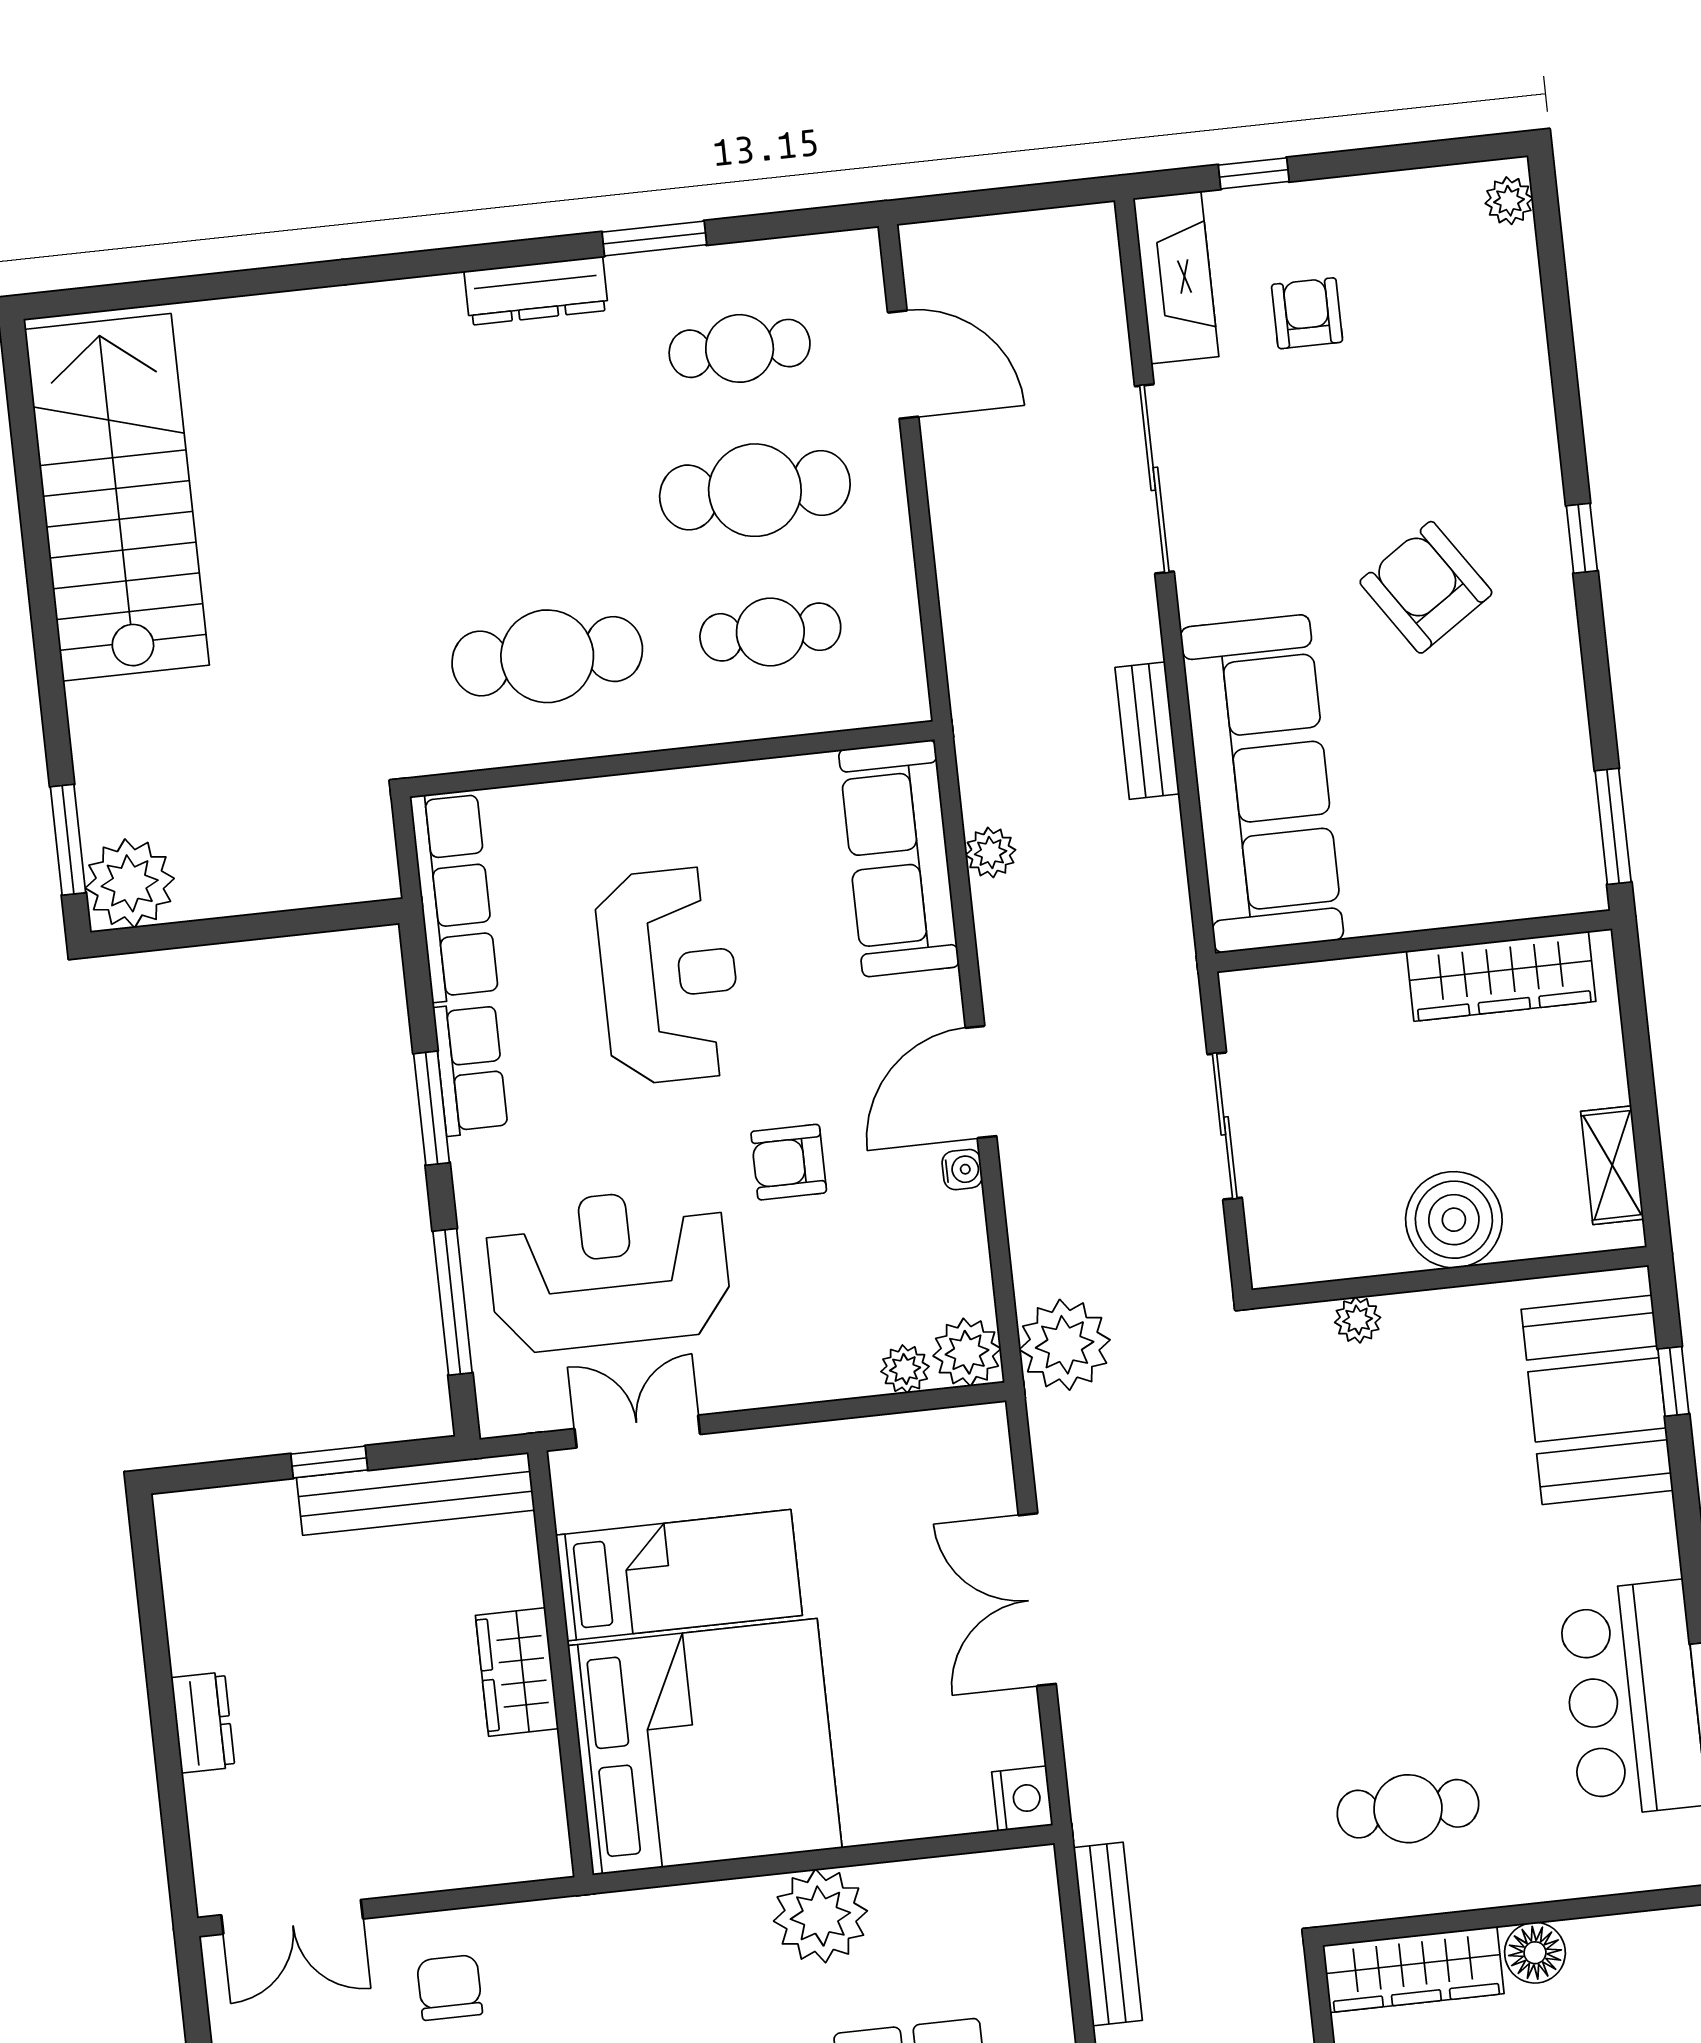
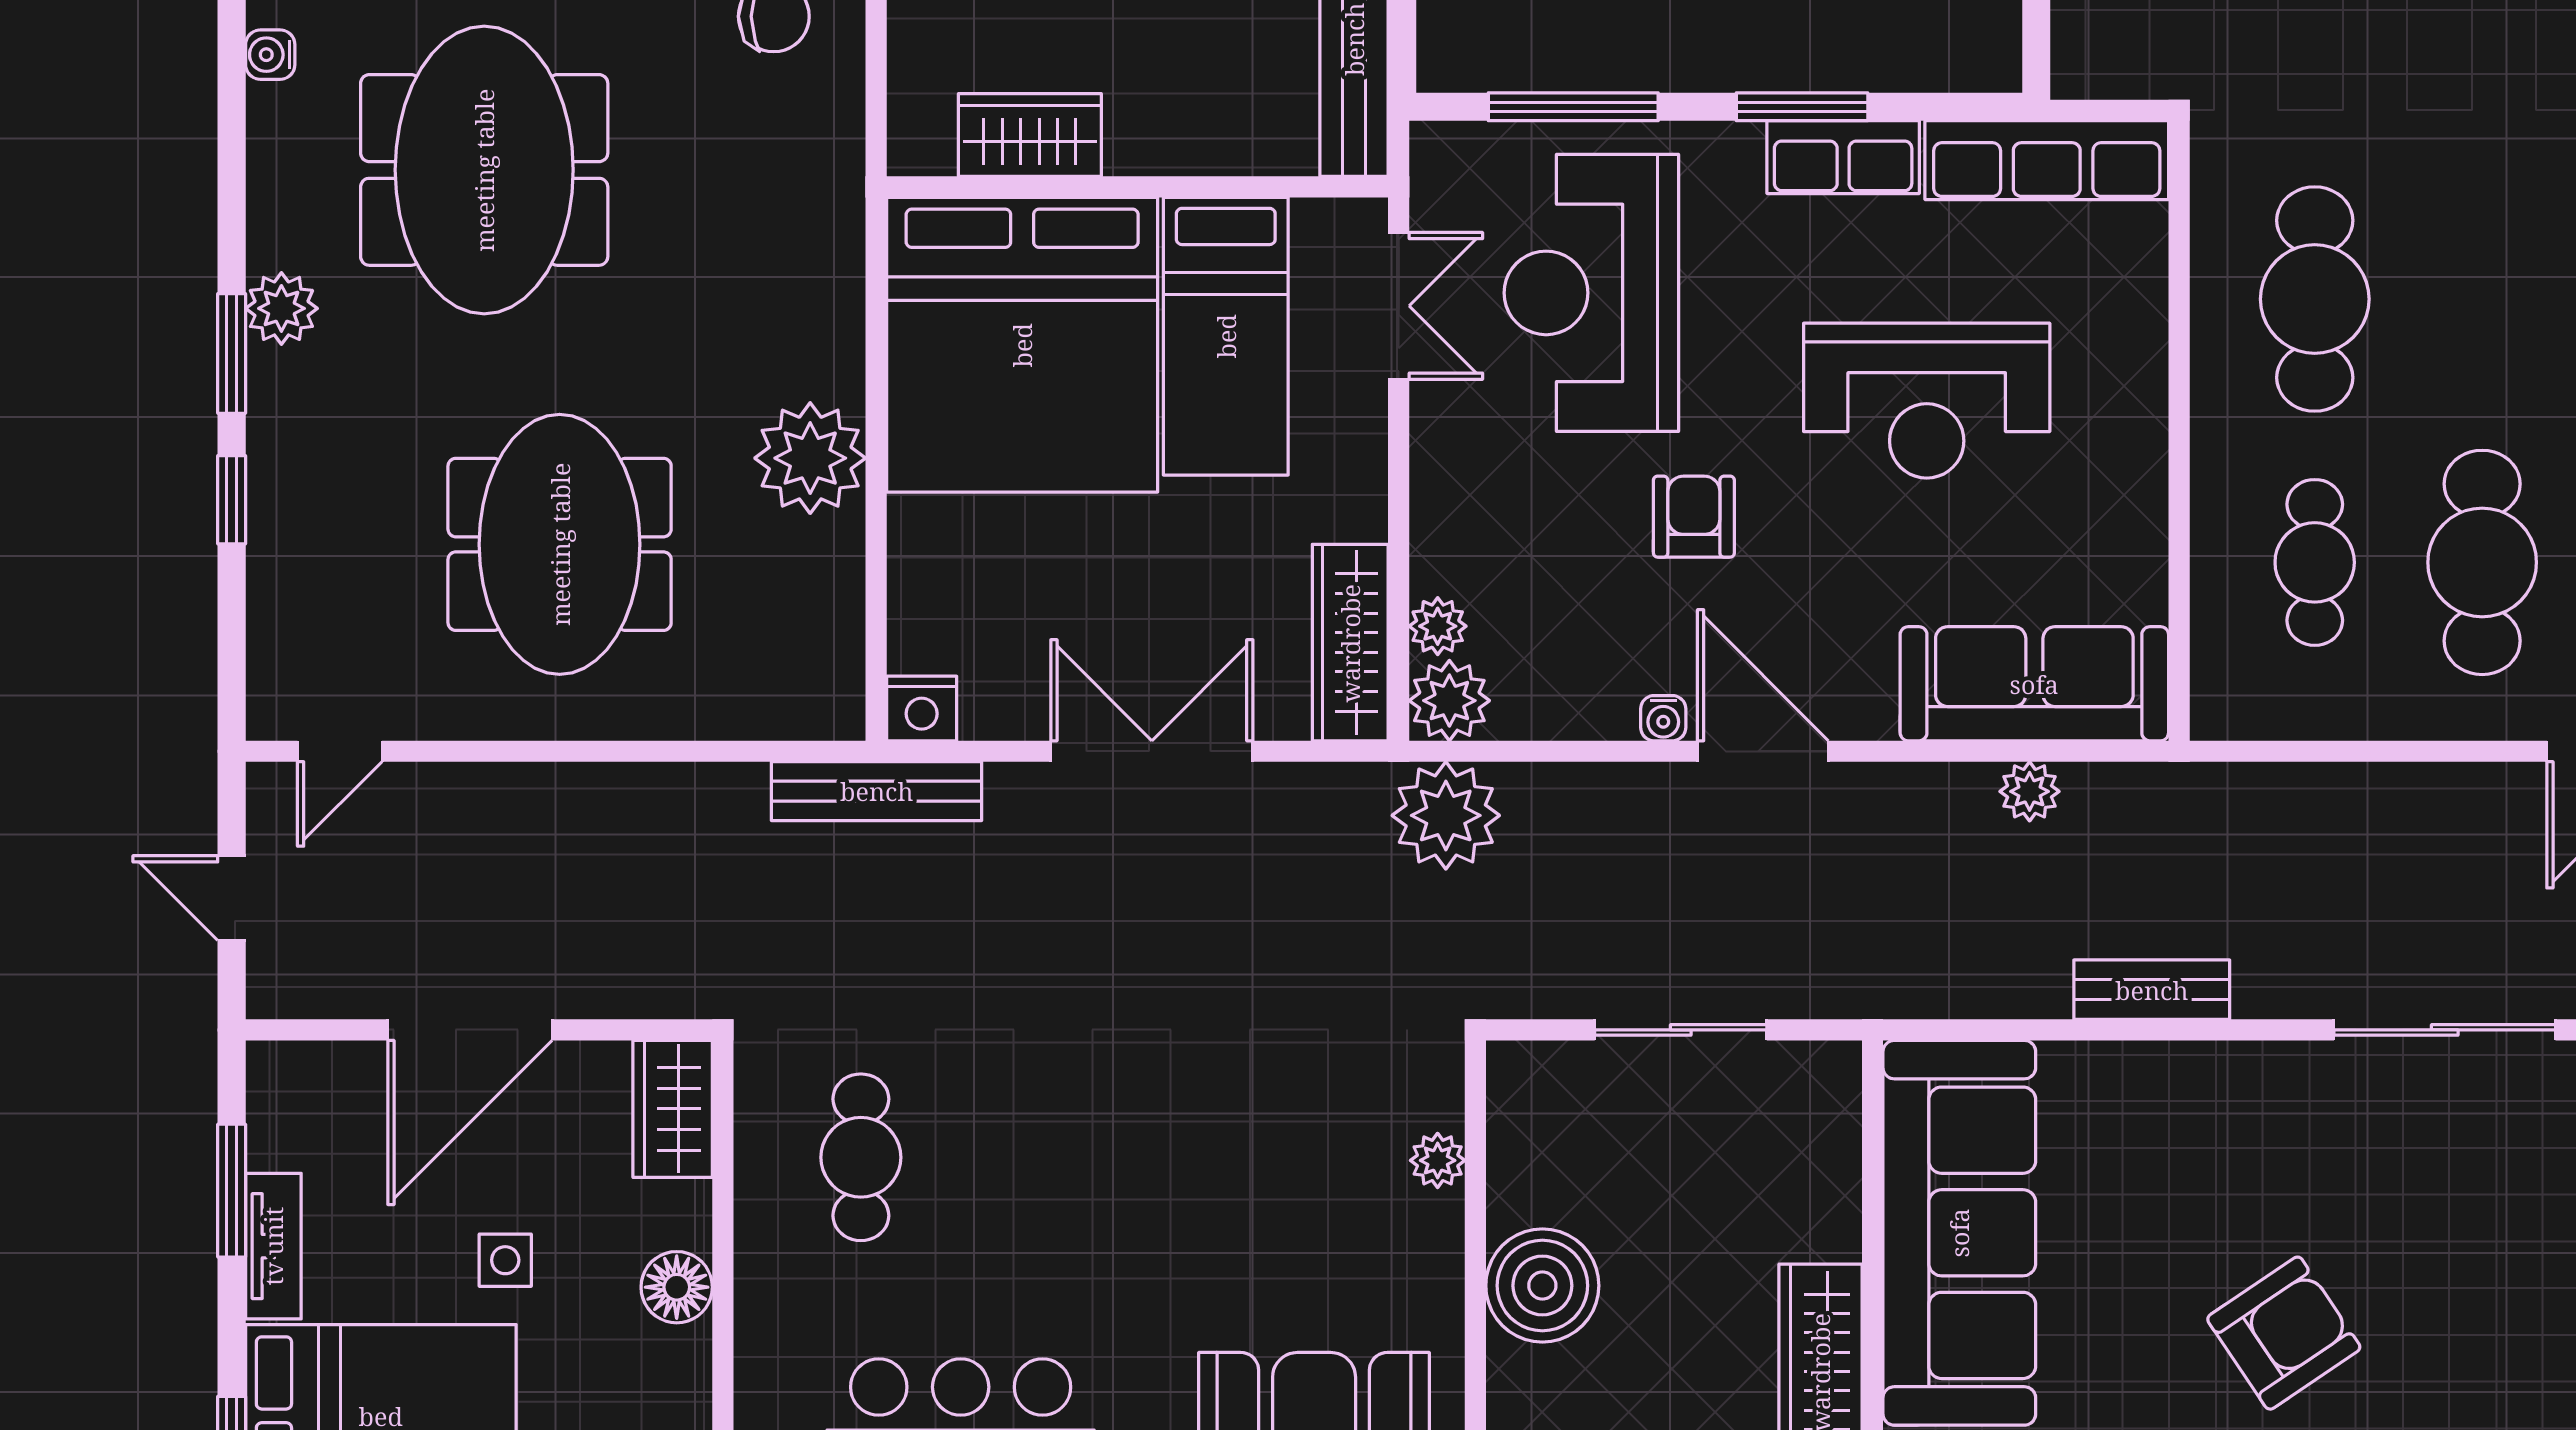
sofa: (1262, 784) -> (1959, 1233), moved, turned -90
reception desk: (609, 1270) -> (1591, 293), turned 180
wardrobe: (927, 1442) -> (1350, 643), added
wardrobe: (517, 1672) -> (1030, 135), moved
bench: (1108, 1934) -> (877, 791), moved
wardrobe: (1413, 1969) -> (673, 1109), width x0.67

